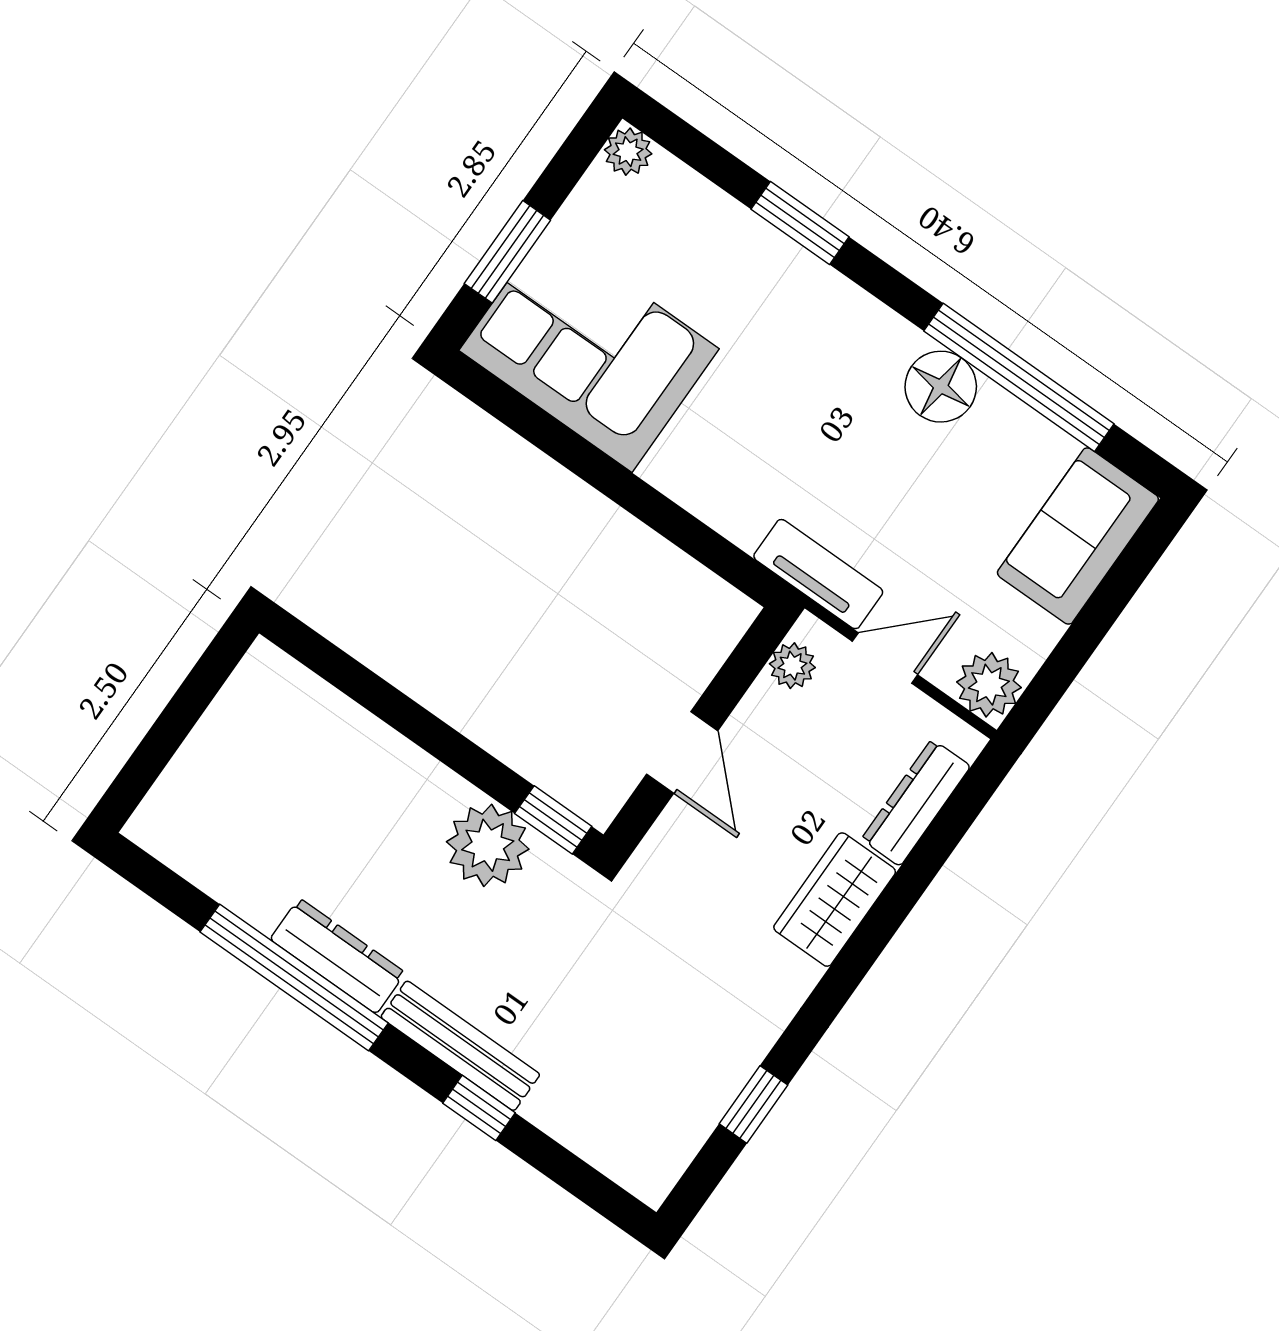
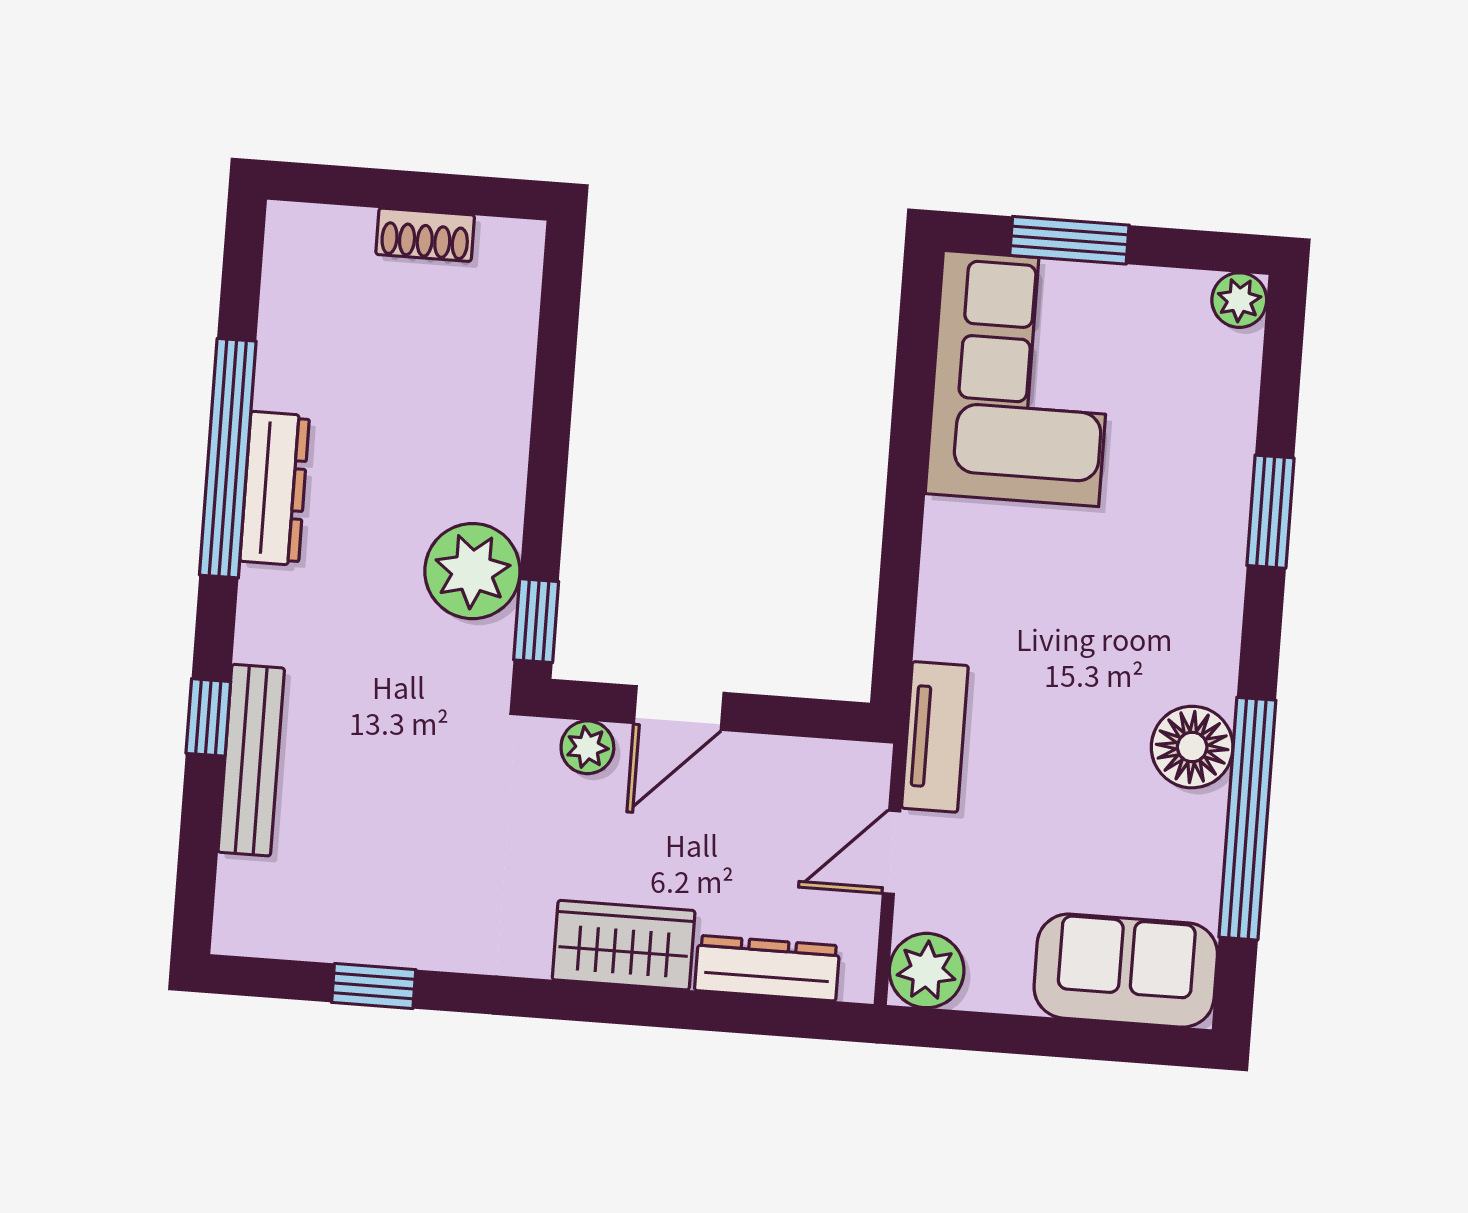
door: (885, 658) -> (892, 852), swing flipped
plant: (792, 666) -> (587, 747), moved
shoe rack: (216, 730) -> (425, 235), added
bench: (460, 1046) -> (251, 760), moved

